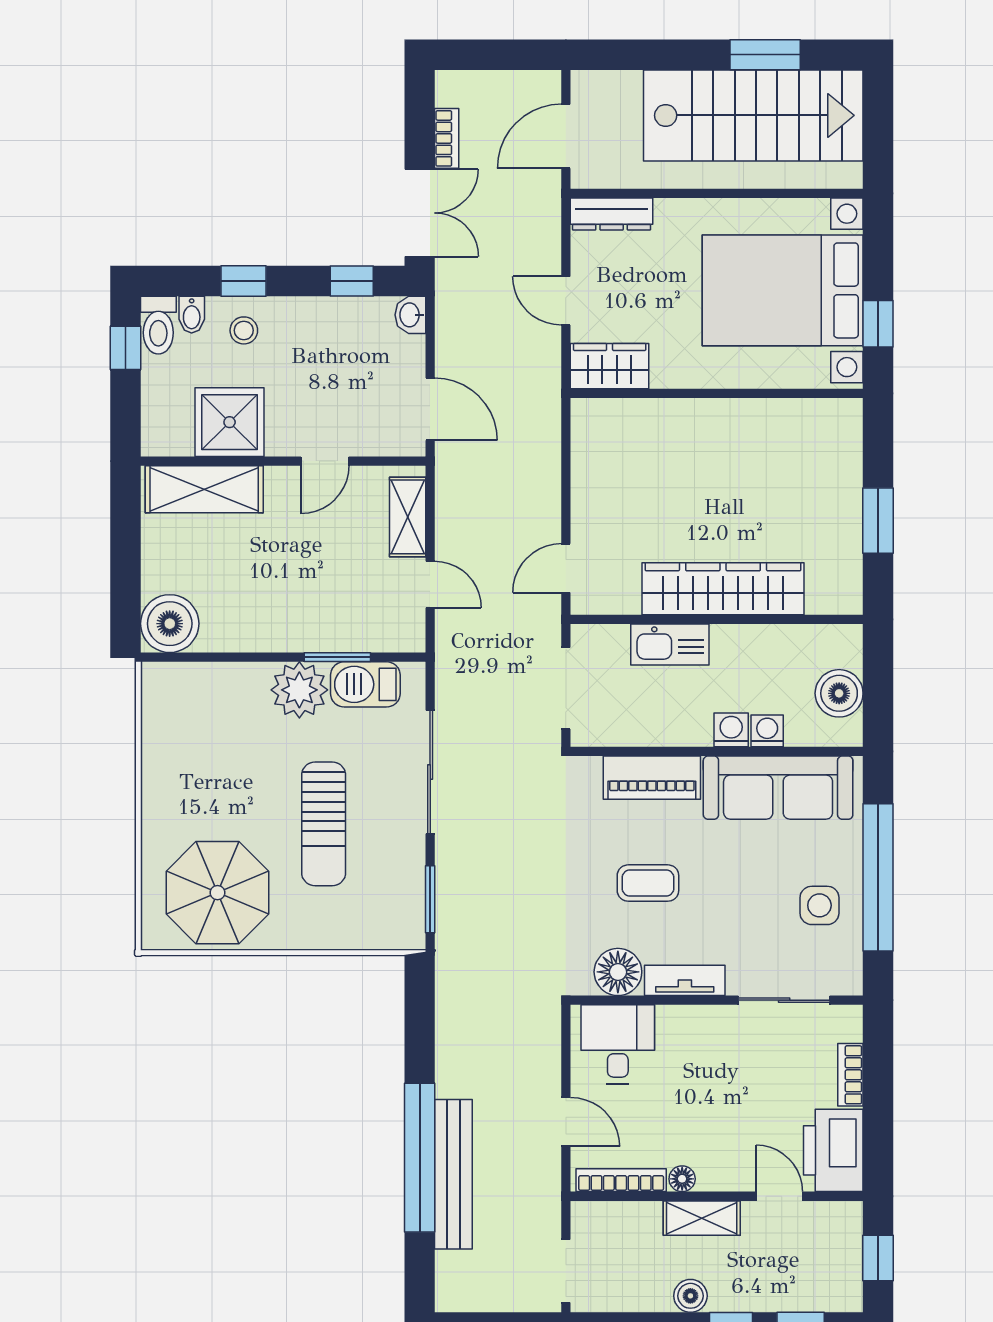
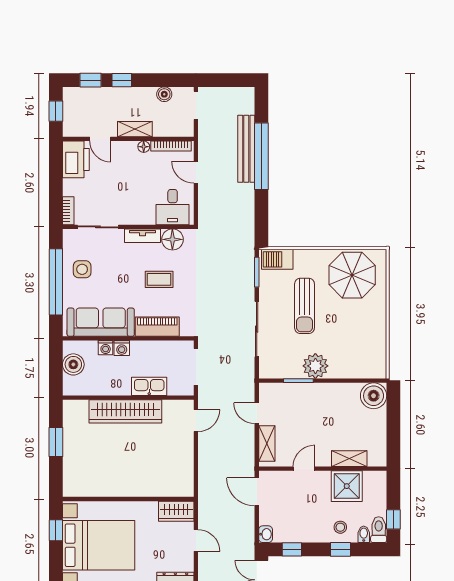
shelving: (204, 489) -> (349, 459), width x0.67, depth x0.75
barbecue: (365, 684) -> (277, 259), moved, turned 180
sun lounger: (324, 824) -> (305, 306), turned 180
bookcase: (850, 1075) -> (68, 211), moved
boiler: (690, 1296) -> (164, 94), moved

